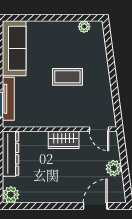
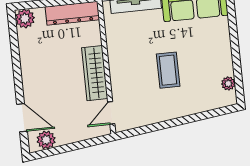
wardrobe: (64, 140) -> (95, 73), width x1.50
plant: (114, 168) -> (46, 140), moved

